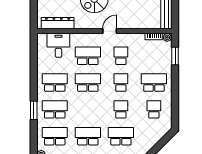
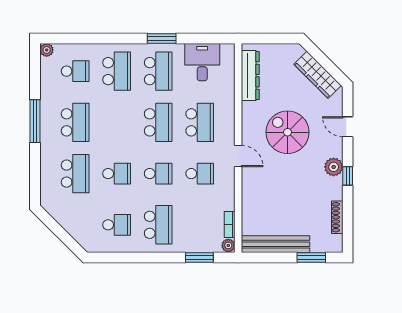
desk: (58, 45) -> (202, 62), moved, turned -90
window: (34, 110) -> (162, 38), moved
school desk: (55, 136) -> (75, 71), width x0.54

